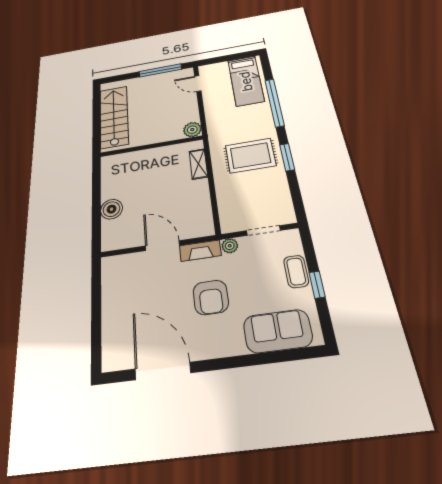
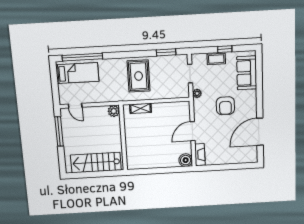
door: (198, 84) -> (75, 106), hinge flipped
window: (274, 103) -> (82, 57), moved
window: (287, 157) -> (166, 52), moved
boiler: (111, 209) -> (186, 160), moved
fireplace: (200, 251) -> (200, 155), moved
armchair: (211, 297) -> (225, 106), turned 90

